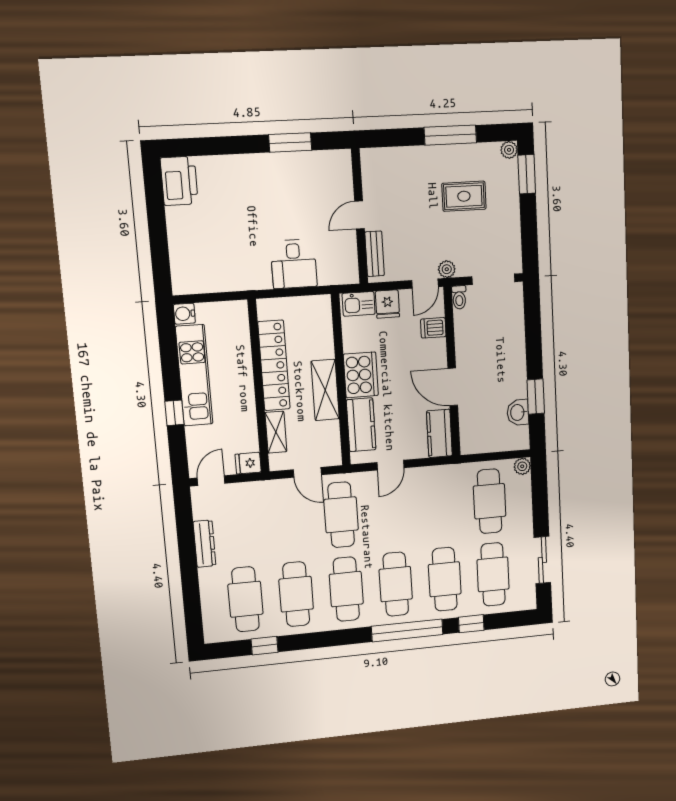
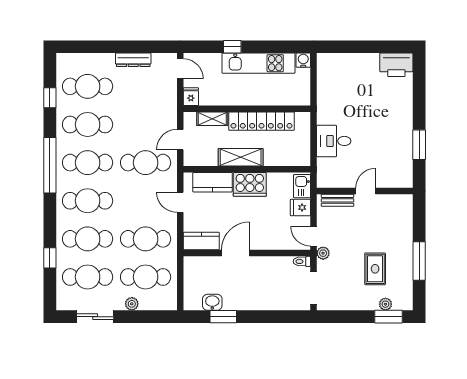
plant: (509, 150) -> (385, 304), moved
door: (359, 215) -> (366, 191), hinge flipped
dishwasher: (433, 328) -> (281, 241), removed
plant: (522, 466) -> (132, 304), moved
cafe table: (441, 506) -> (146, 239), added
window: (407, 630) -> (50, 165), moved

